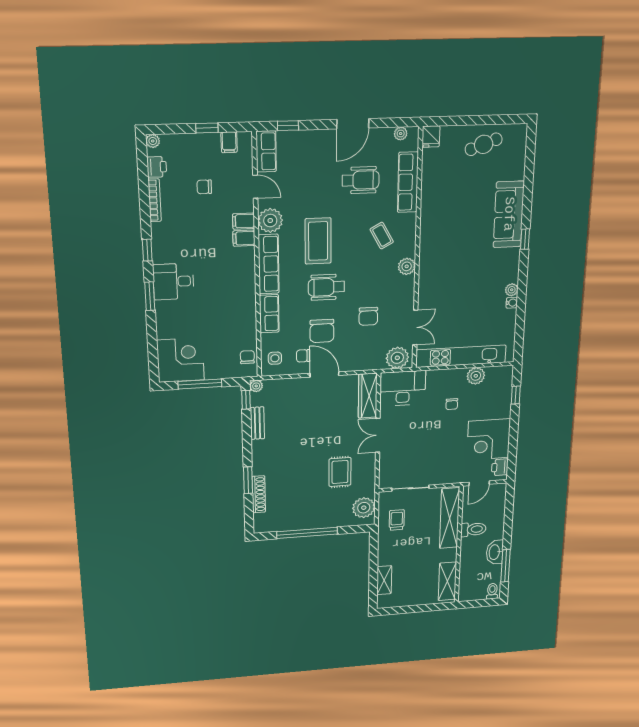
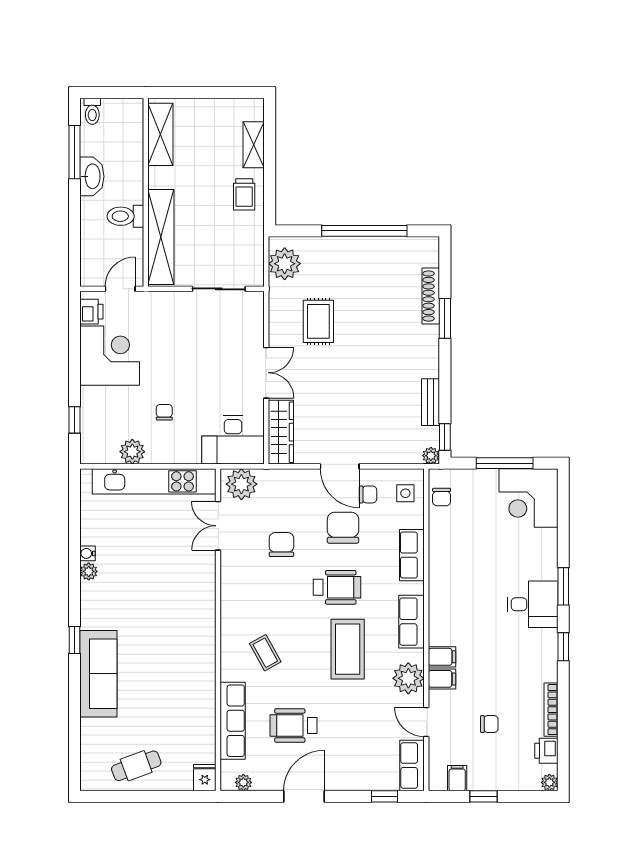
row of seats: (269, 264) -> (411, 622), width x0.68
plant: (407, 266) -> (232, 610), removed
trolley: (397, 520) -> (244, 194), moved

